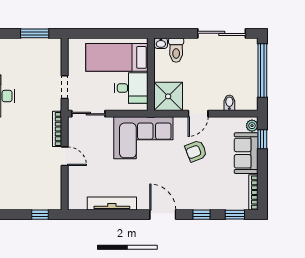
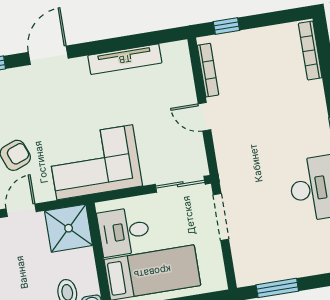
doorway: (65, 87) -> (221, 217), width x1.38
bookcase: (57, 129) -> (208, 70), moved
door: (163, 215) -> (48, 55), swing flipped

